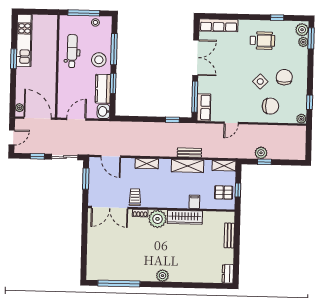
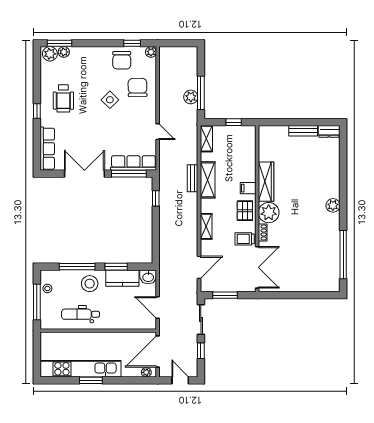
window: (277, 18) -> (37, 111), moved
kitchen unit: (24, 40) -> (81, 369), width x1.36
wheelchair: (262, 41) -> (63, 98), turned 180
chair: (284, 77) -> (122, 60), moved, turned -90
row of seats: (204, 107) -> (133, 163), width x1.48
window: (264, 162) -> (201, 93), width x2.17
pallet: (224, 192) -> (245, 211), moved
filing cabinet: (194, 202) -> (248, 188), moved
bench: (229, 235) -> (303, 131), moved

